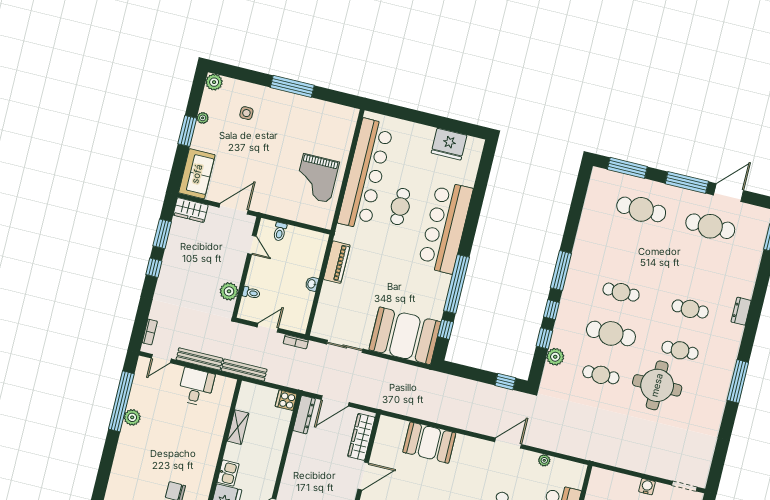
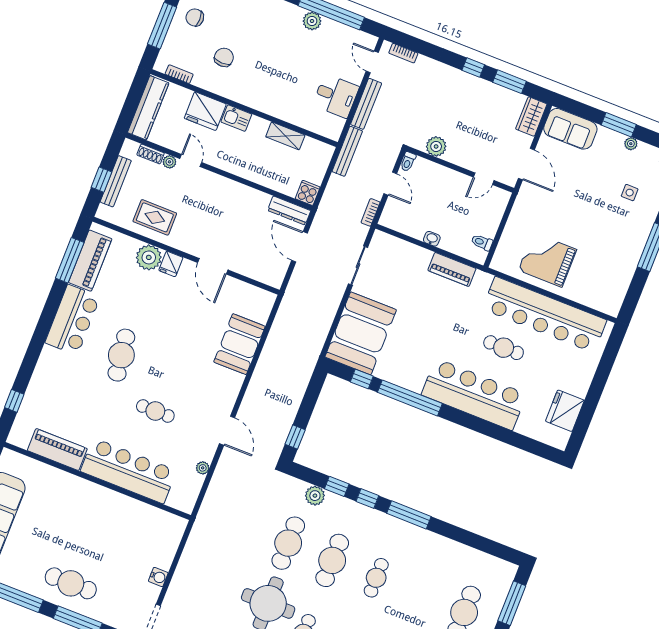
toilet: (280, 232) -> (482, 242), moved
toilet: (251, 293) -> (408, 162), moved
cafe table: (601, 375) -> (288, 543), width x1.37, depth x1.35
wardrobe: (361, 437) -> (256, 270), removed

